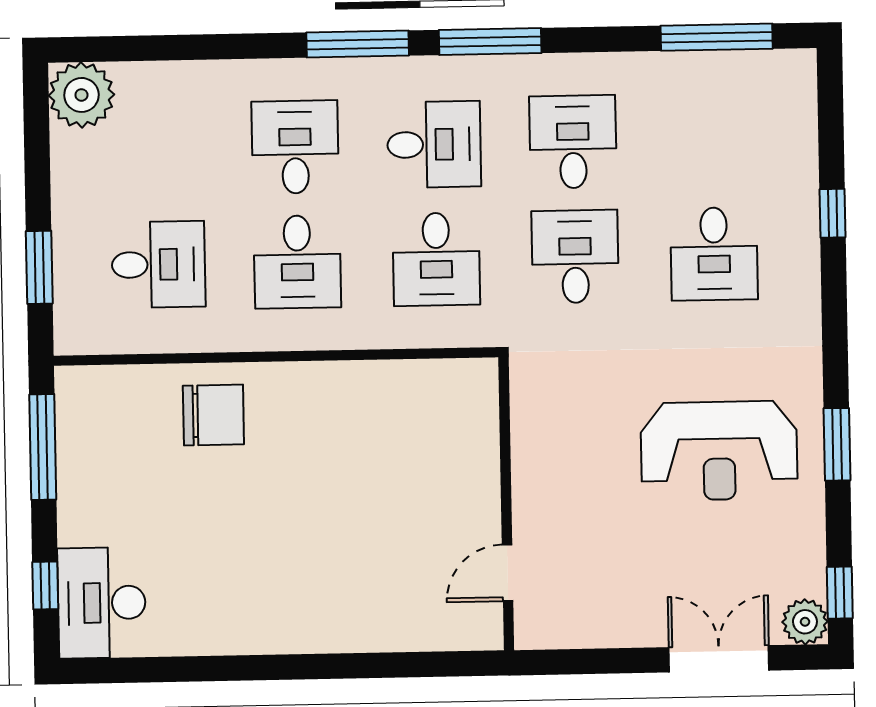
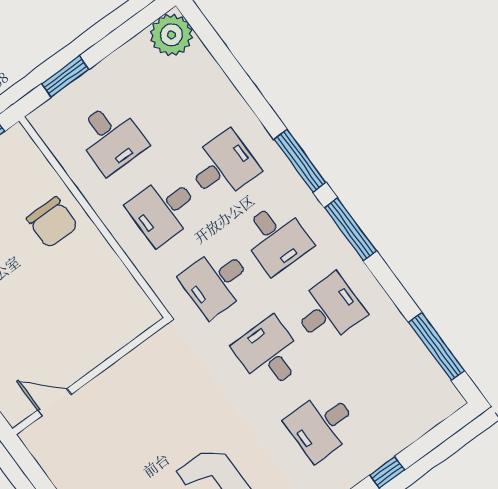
desk: (575, 257) -> (269, 353), turned -90
wall: (506, 504) -> (90, 376), moved
door: (508, 573) -> (54, 402), moved

